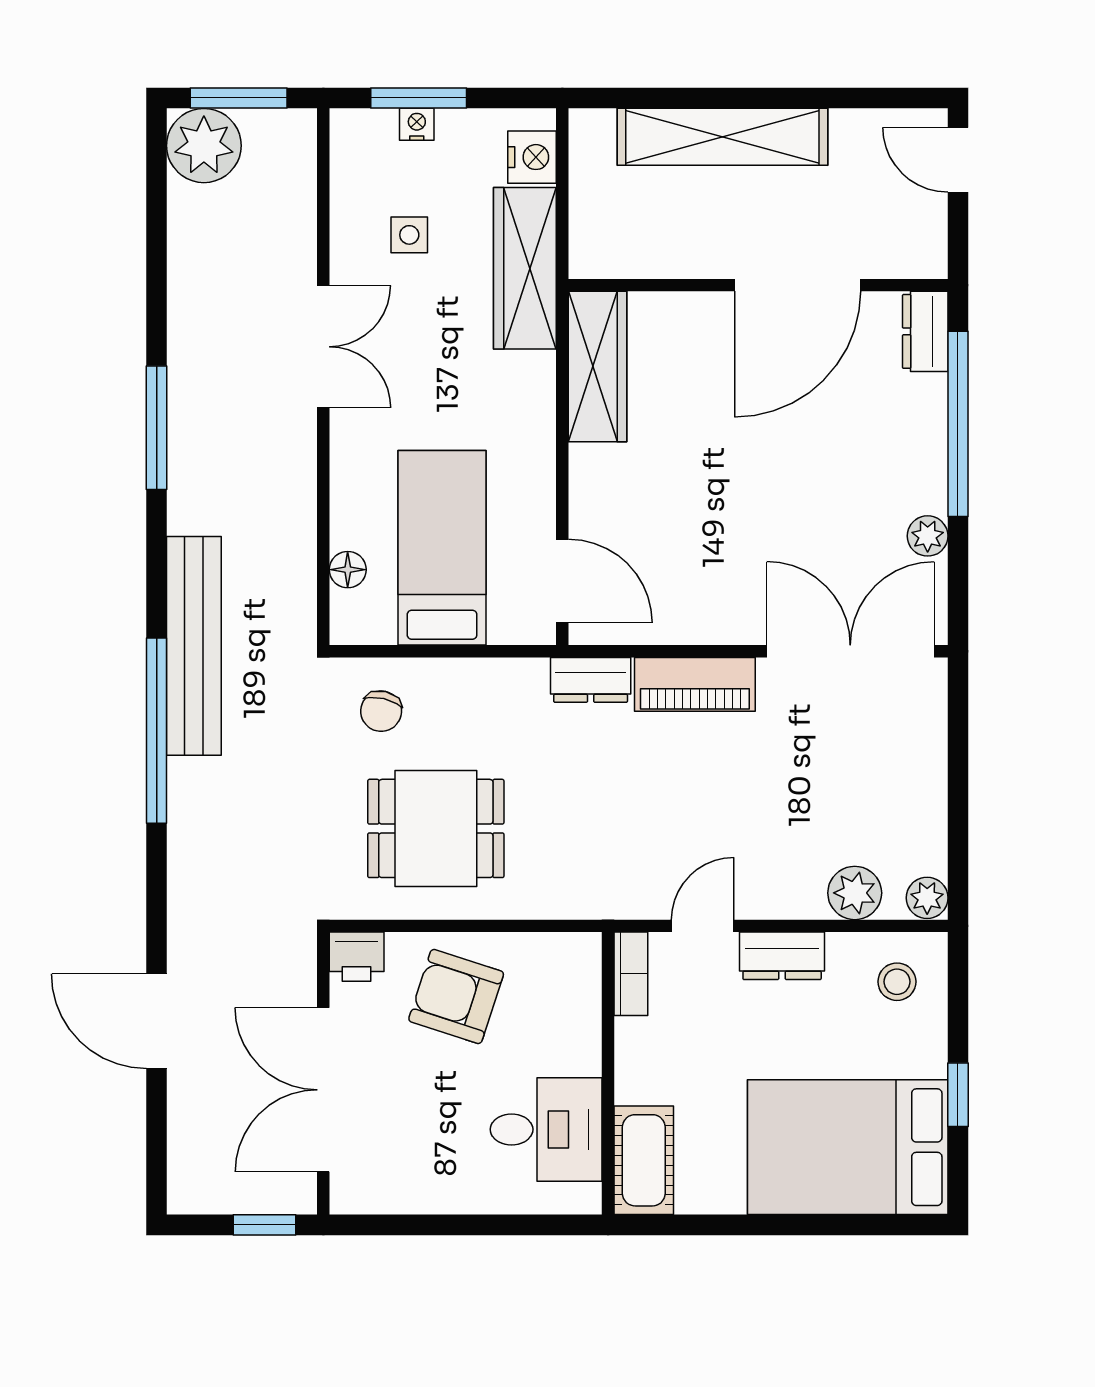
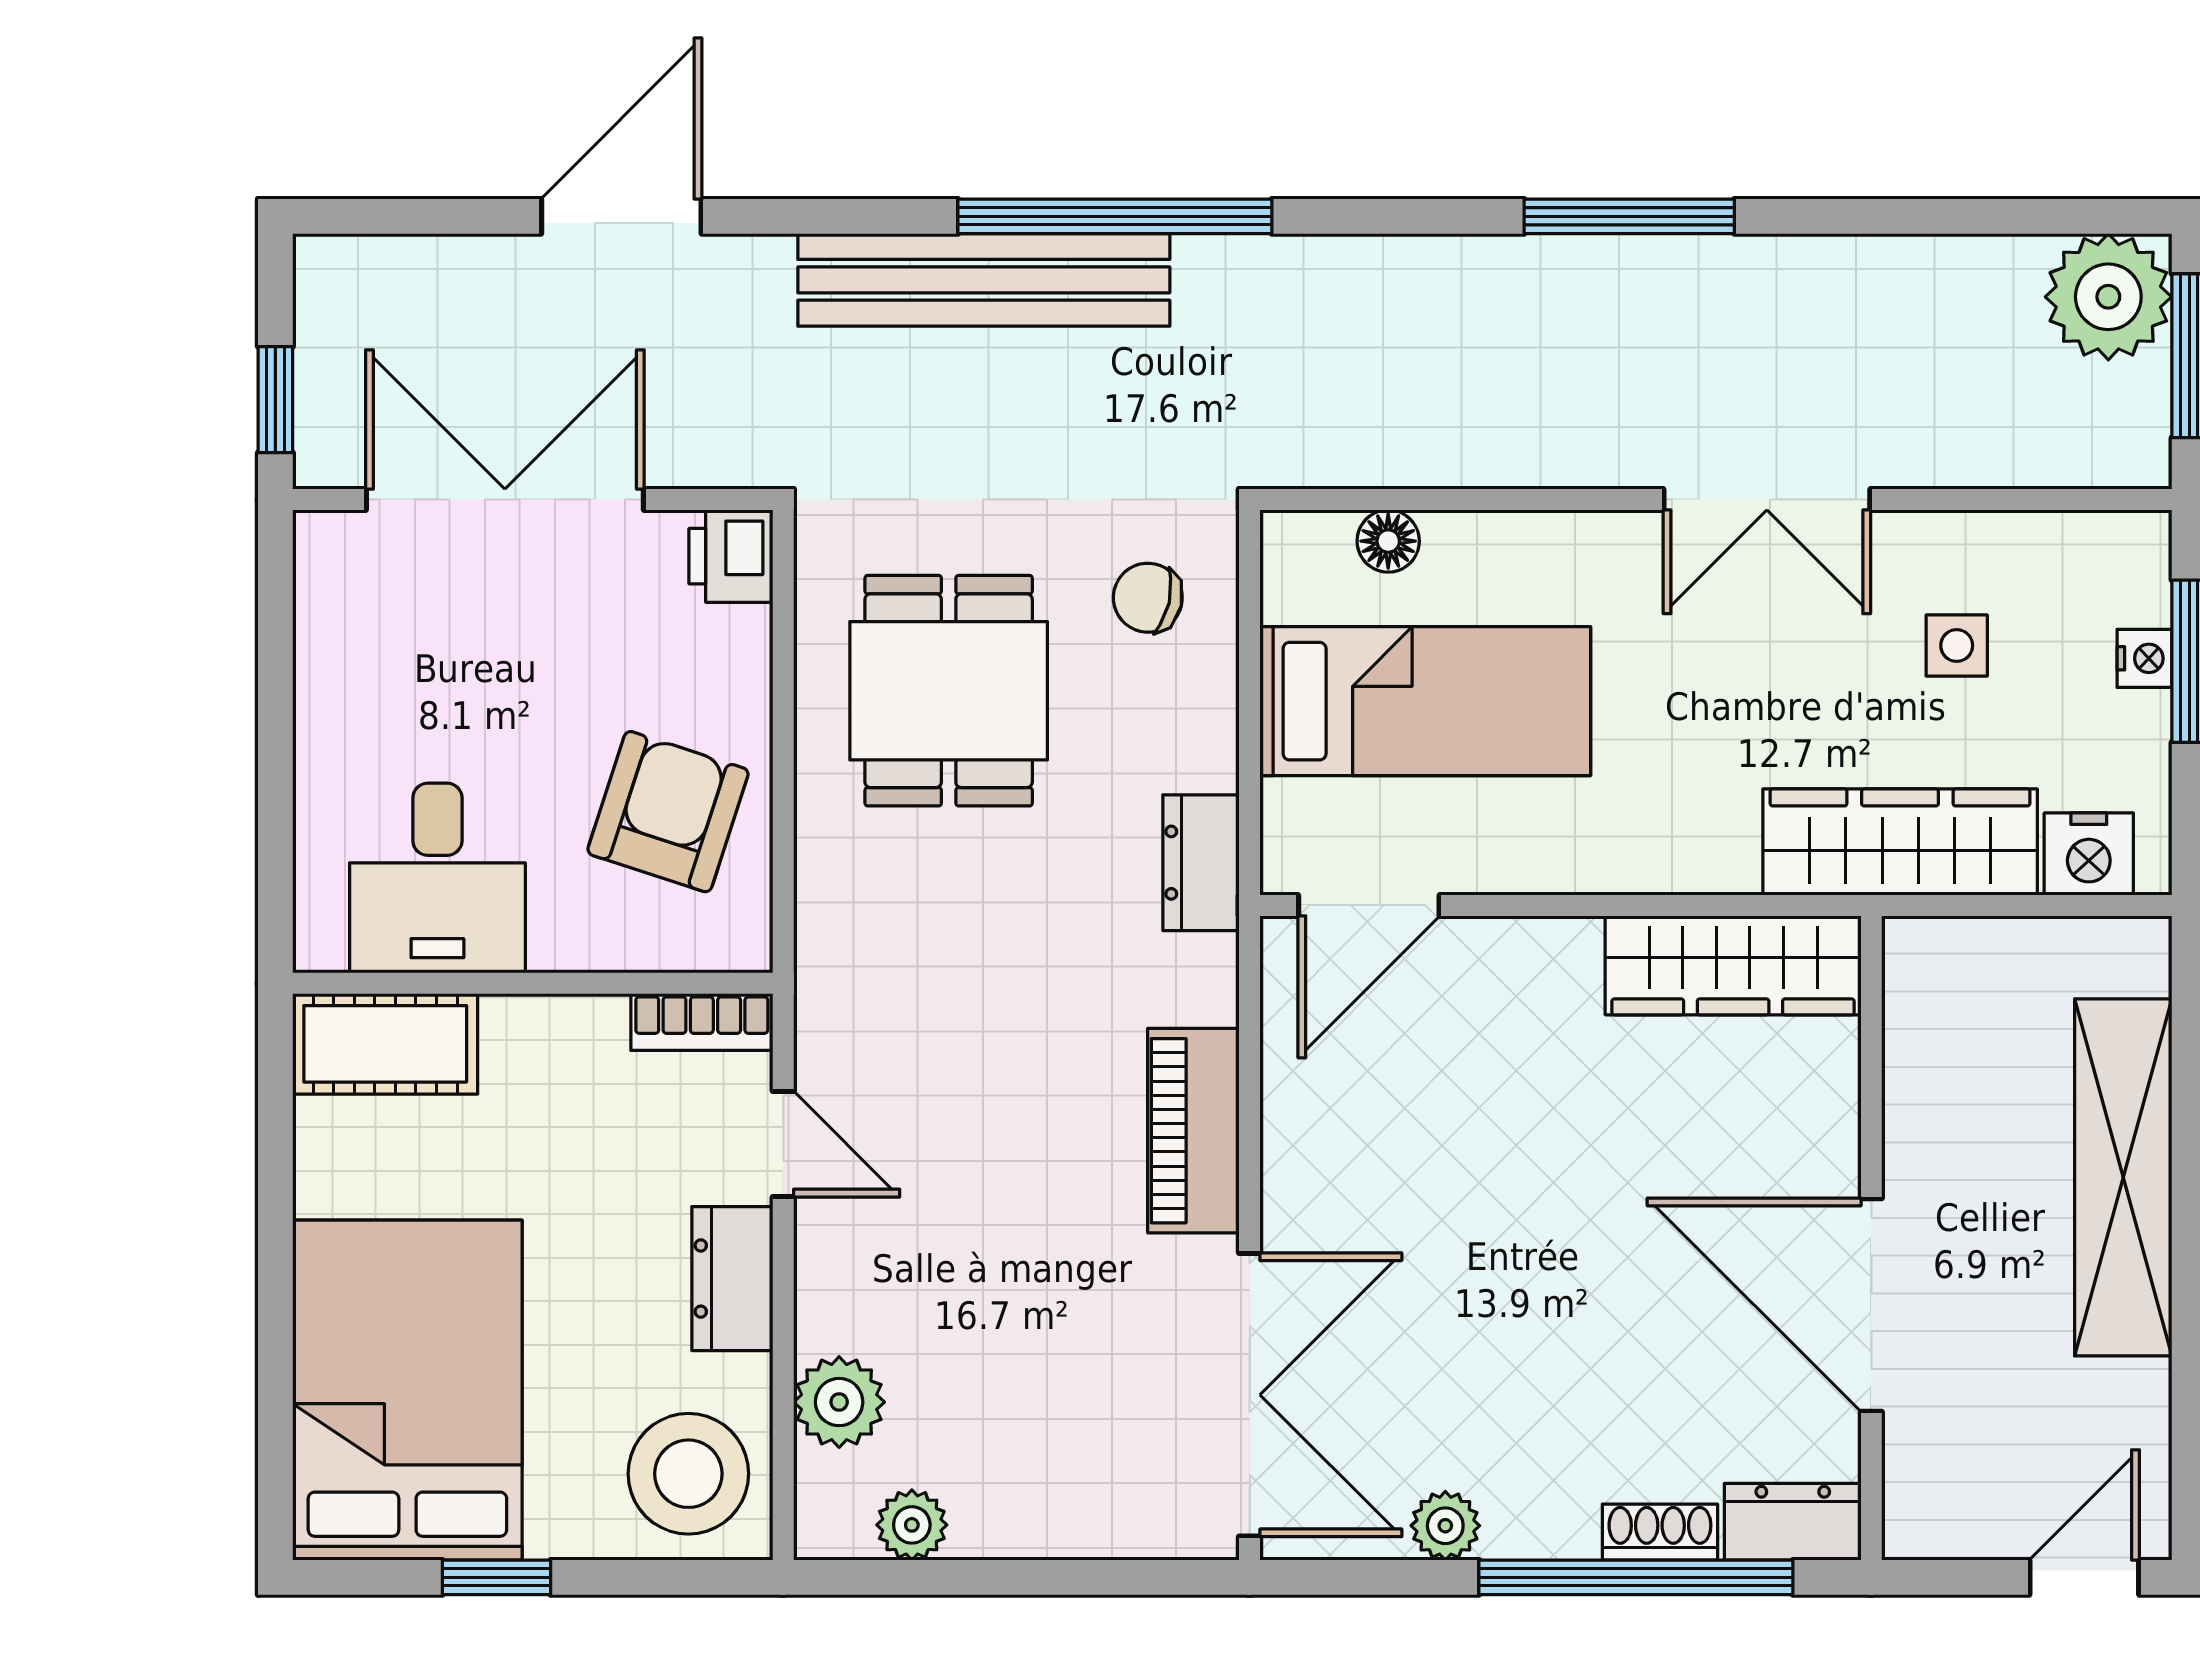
shoe rack: (931, 410) -> (1660, 1532), added
bench: (194, 646) -> (984, 280), moved
dresser: (591, 680) -> (1201, 863), moved
plant: (927, 898) -> (912, 1525), moved
stool: (897, 982) -> (688, 1474), width x1.89, depth x1.89
armchair: (456, 996) -> (668, 812), moved

